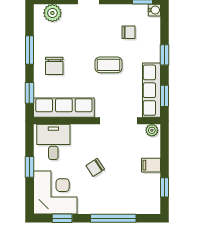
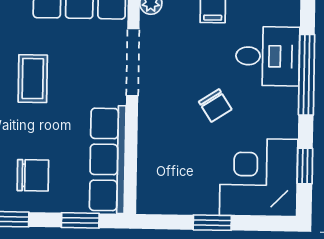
desk: (53, 142) -> (268, 56), moved, turned 180

